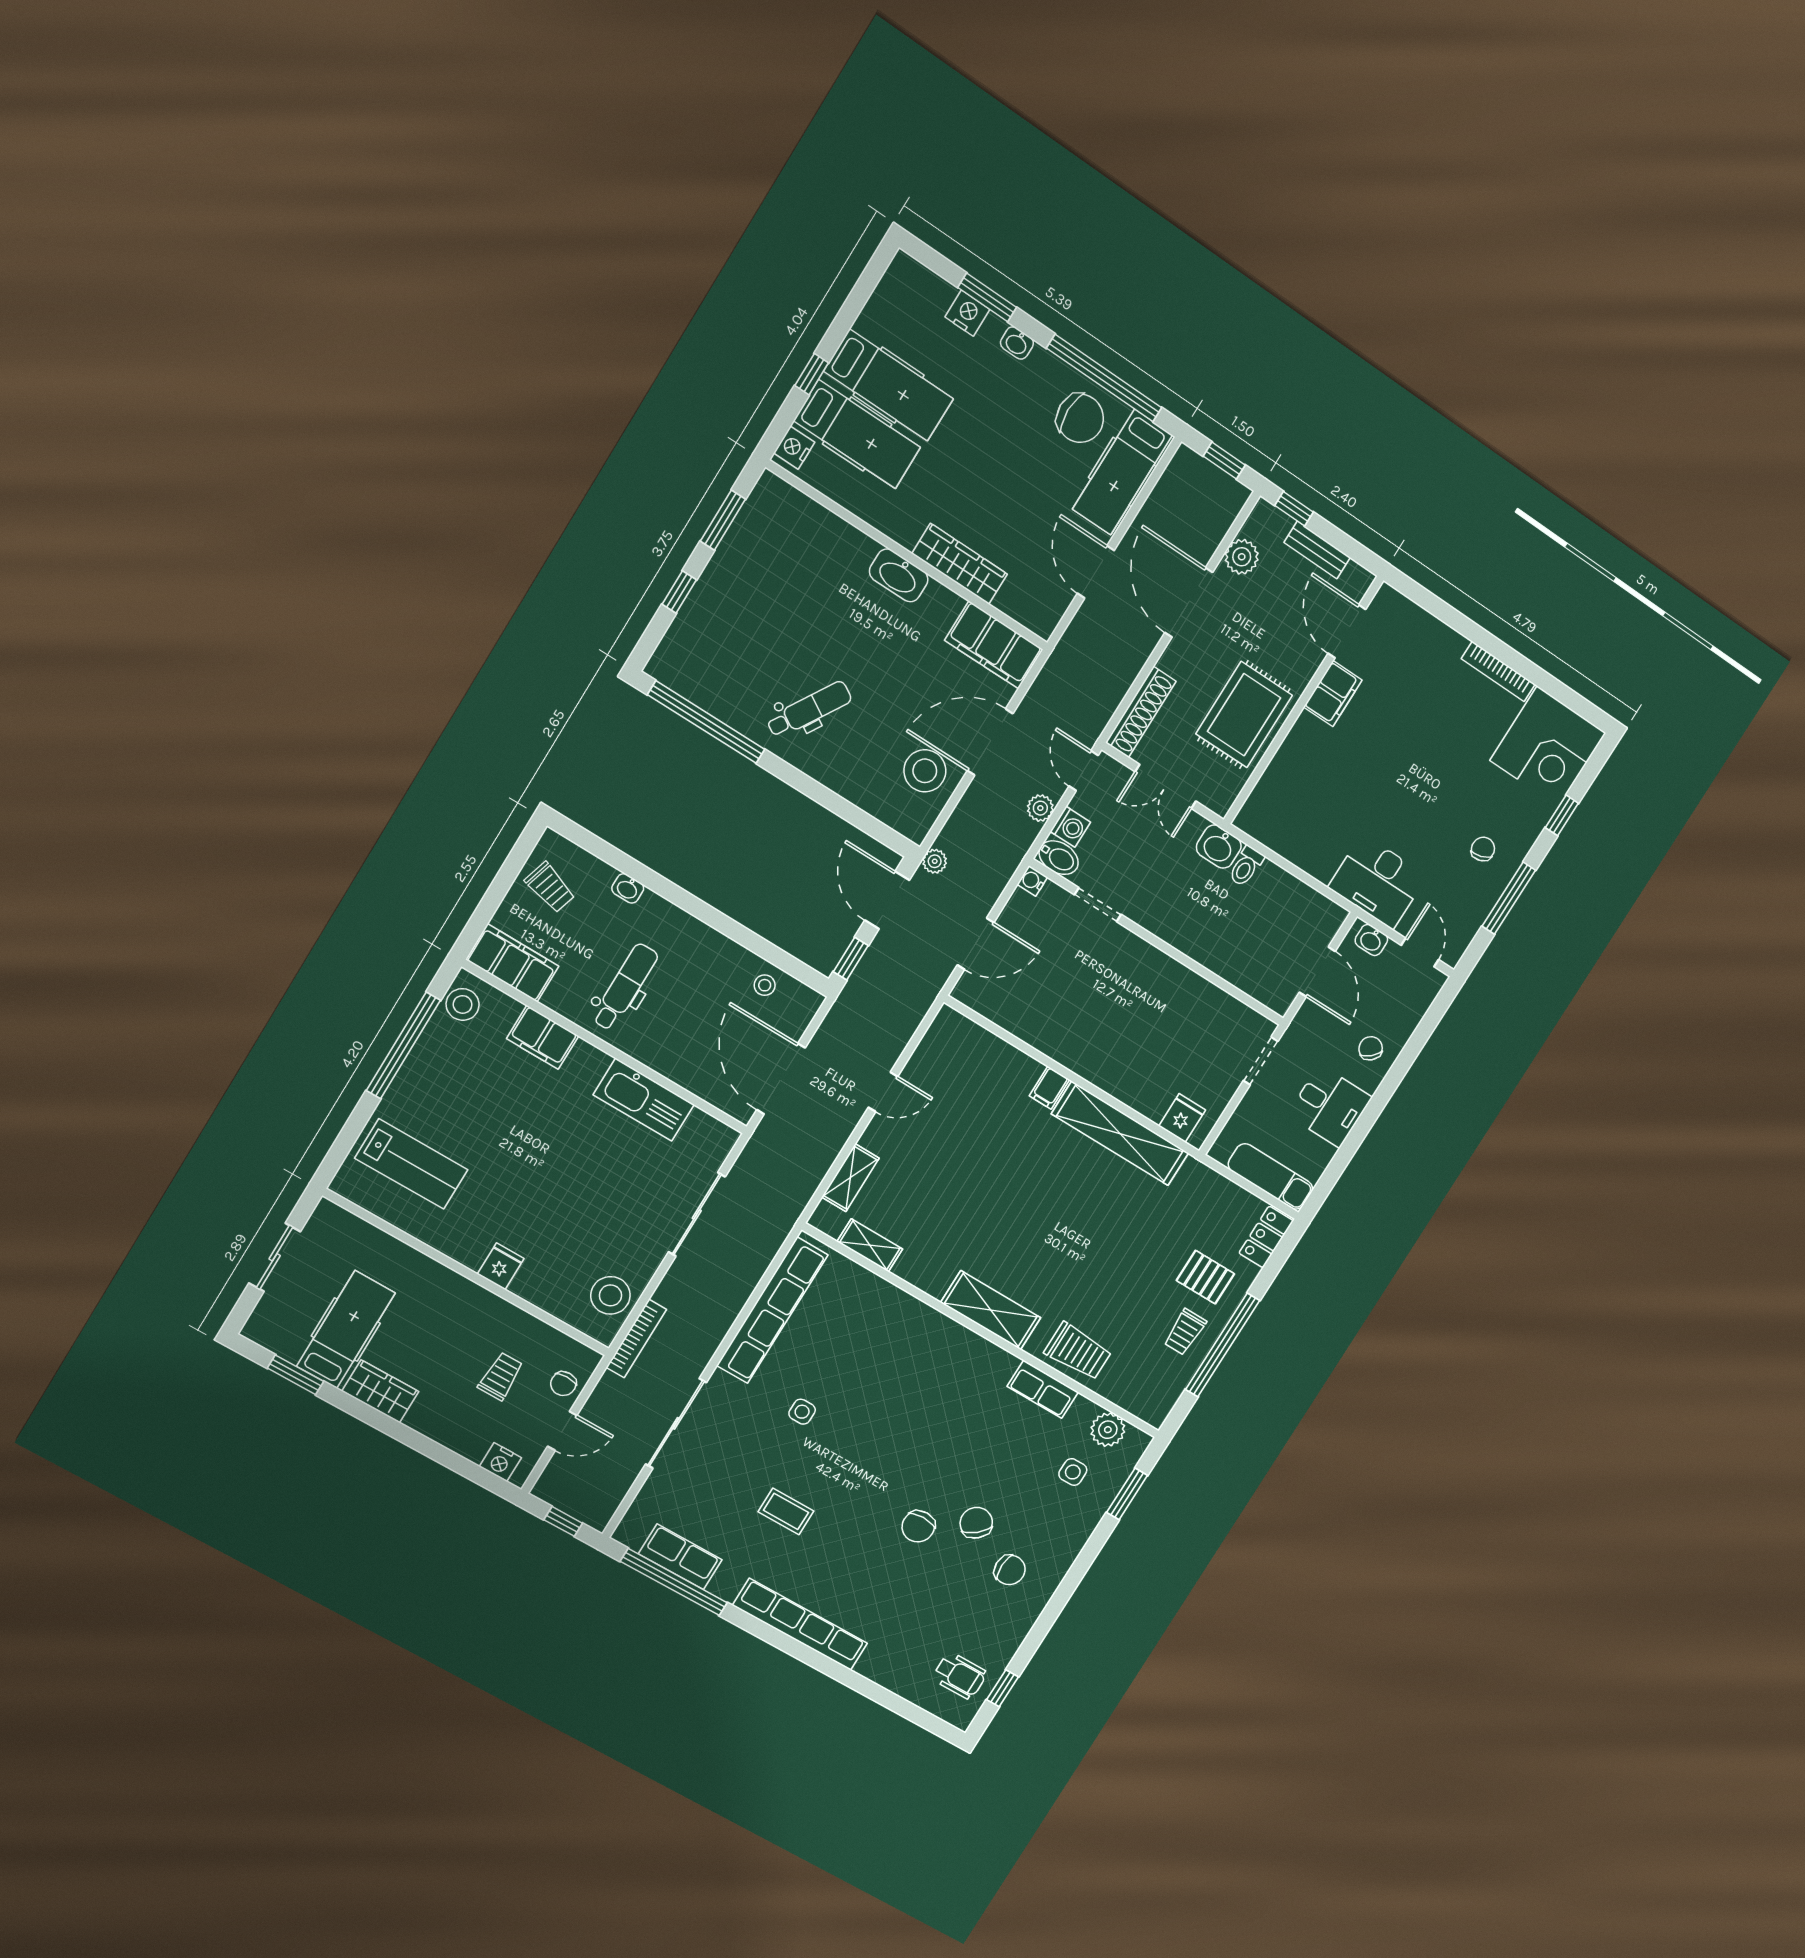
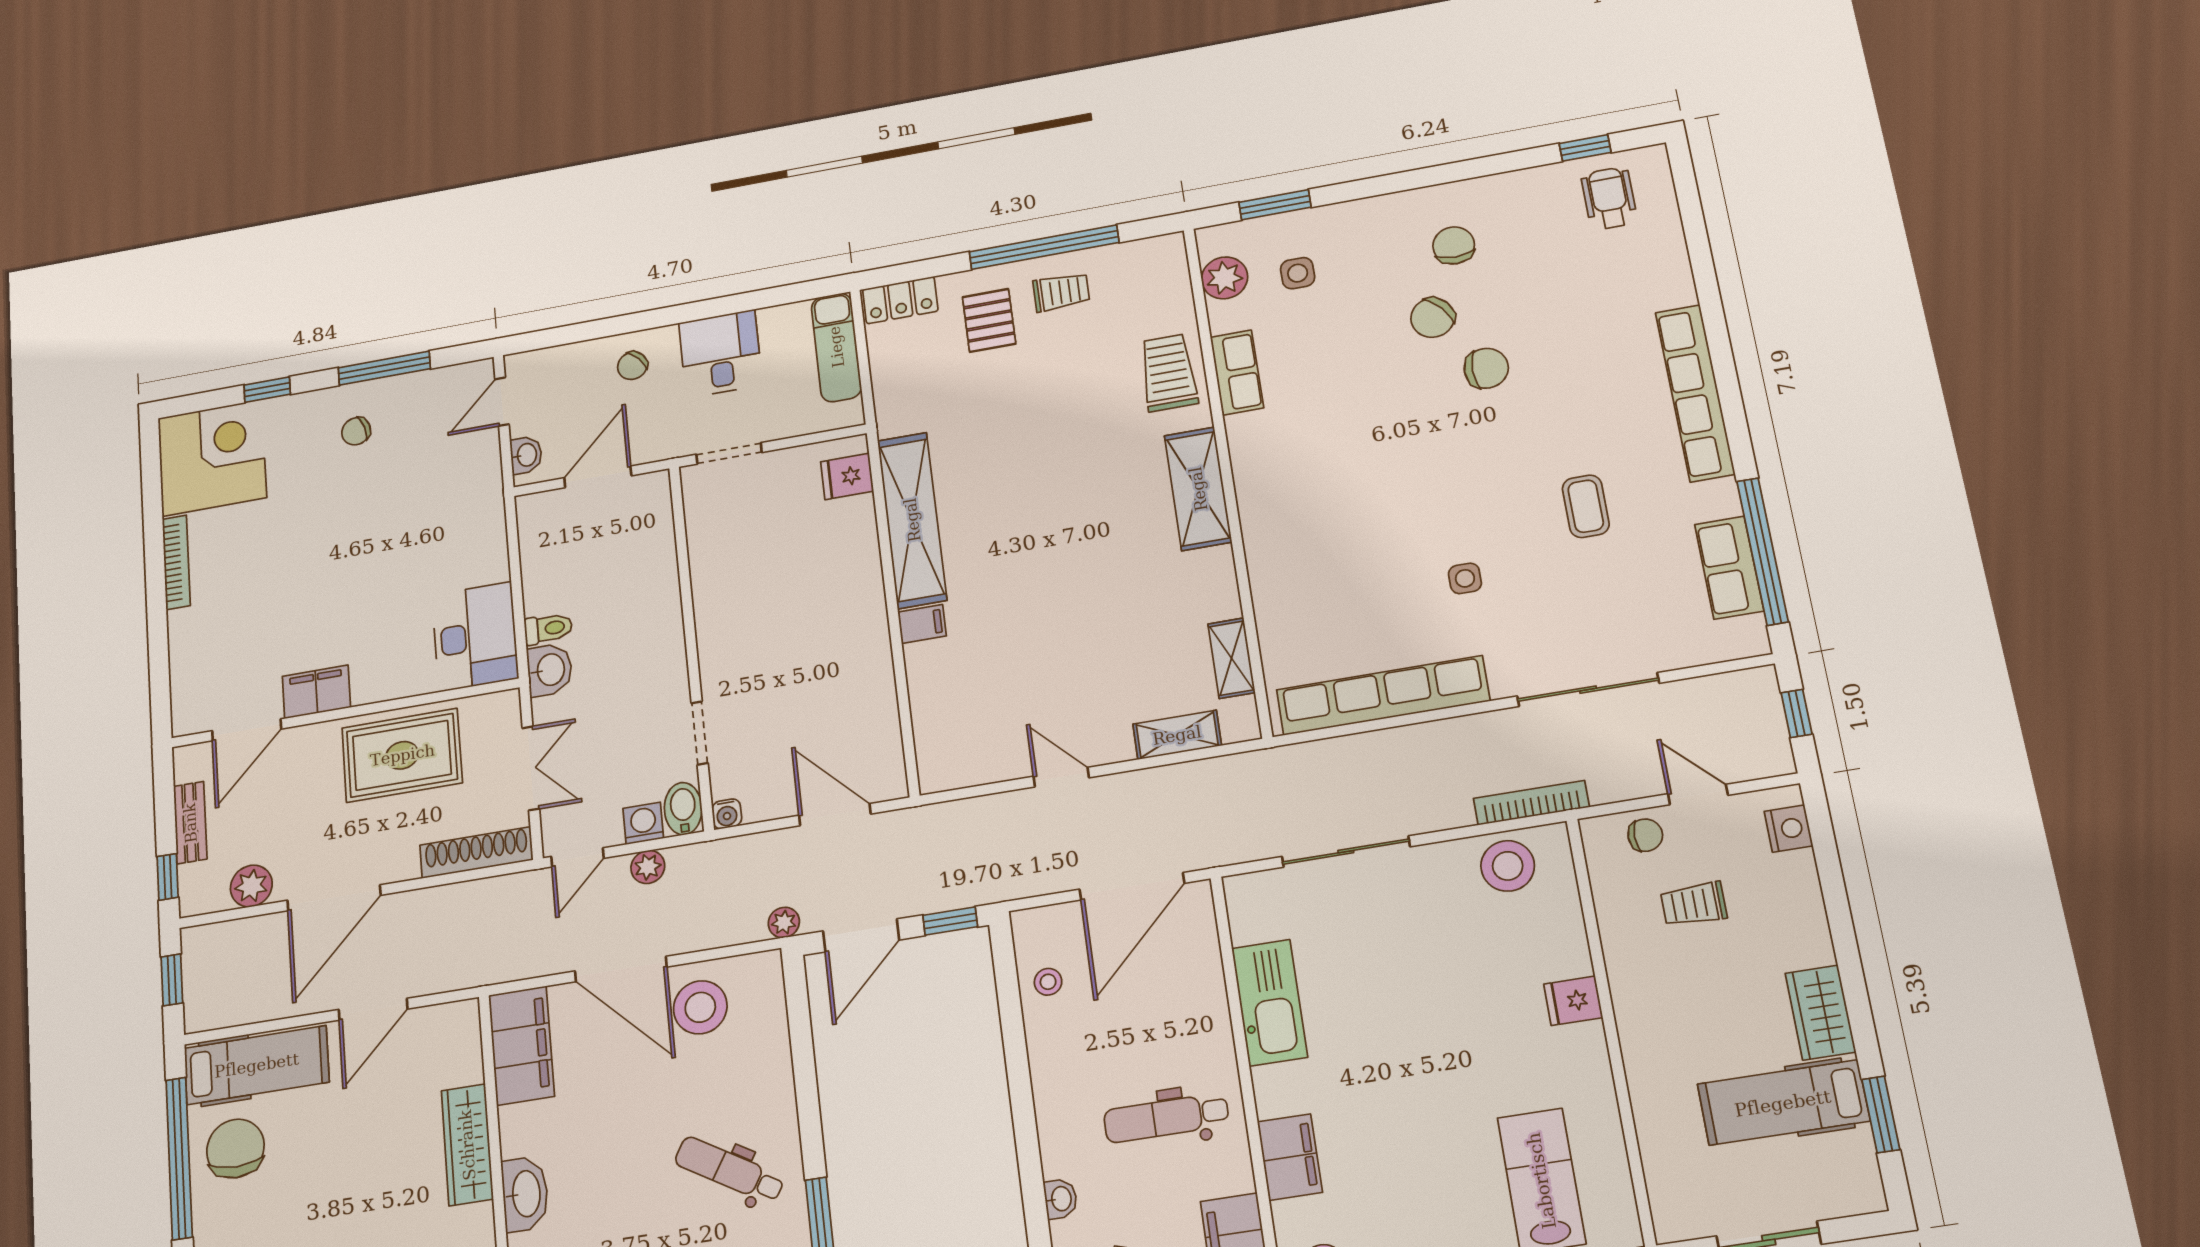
desk: (1377, 882) -> (475, 637), moved

